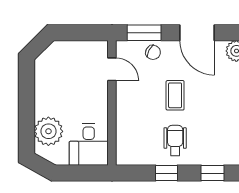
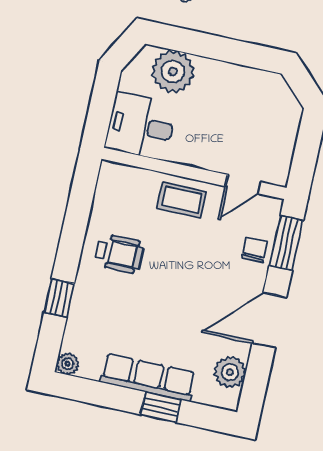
chair: (153, 52) -> (255, 250), turned 152
coffee table: (175, 95) -> (182, 200), moved
window: (167, 173) -> (74, 231), removed

